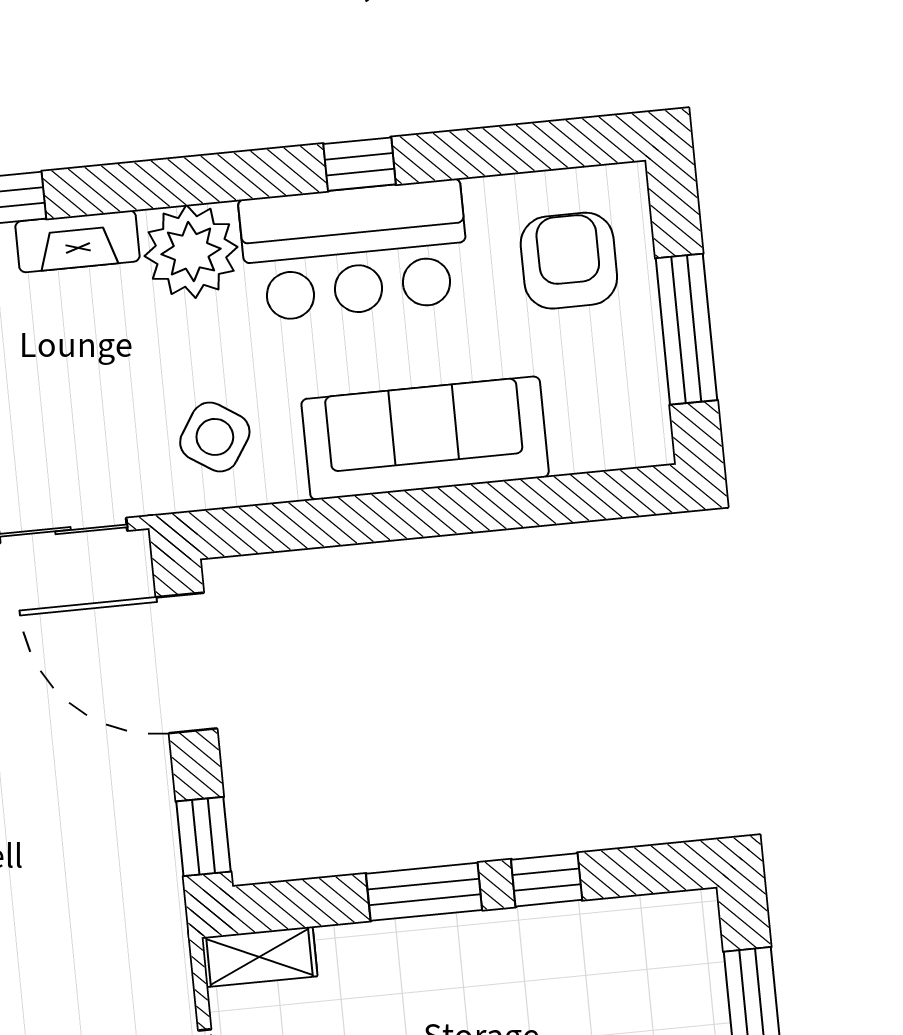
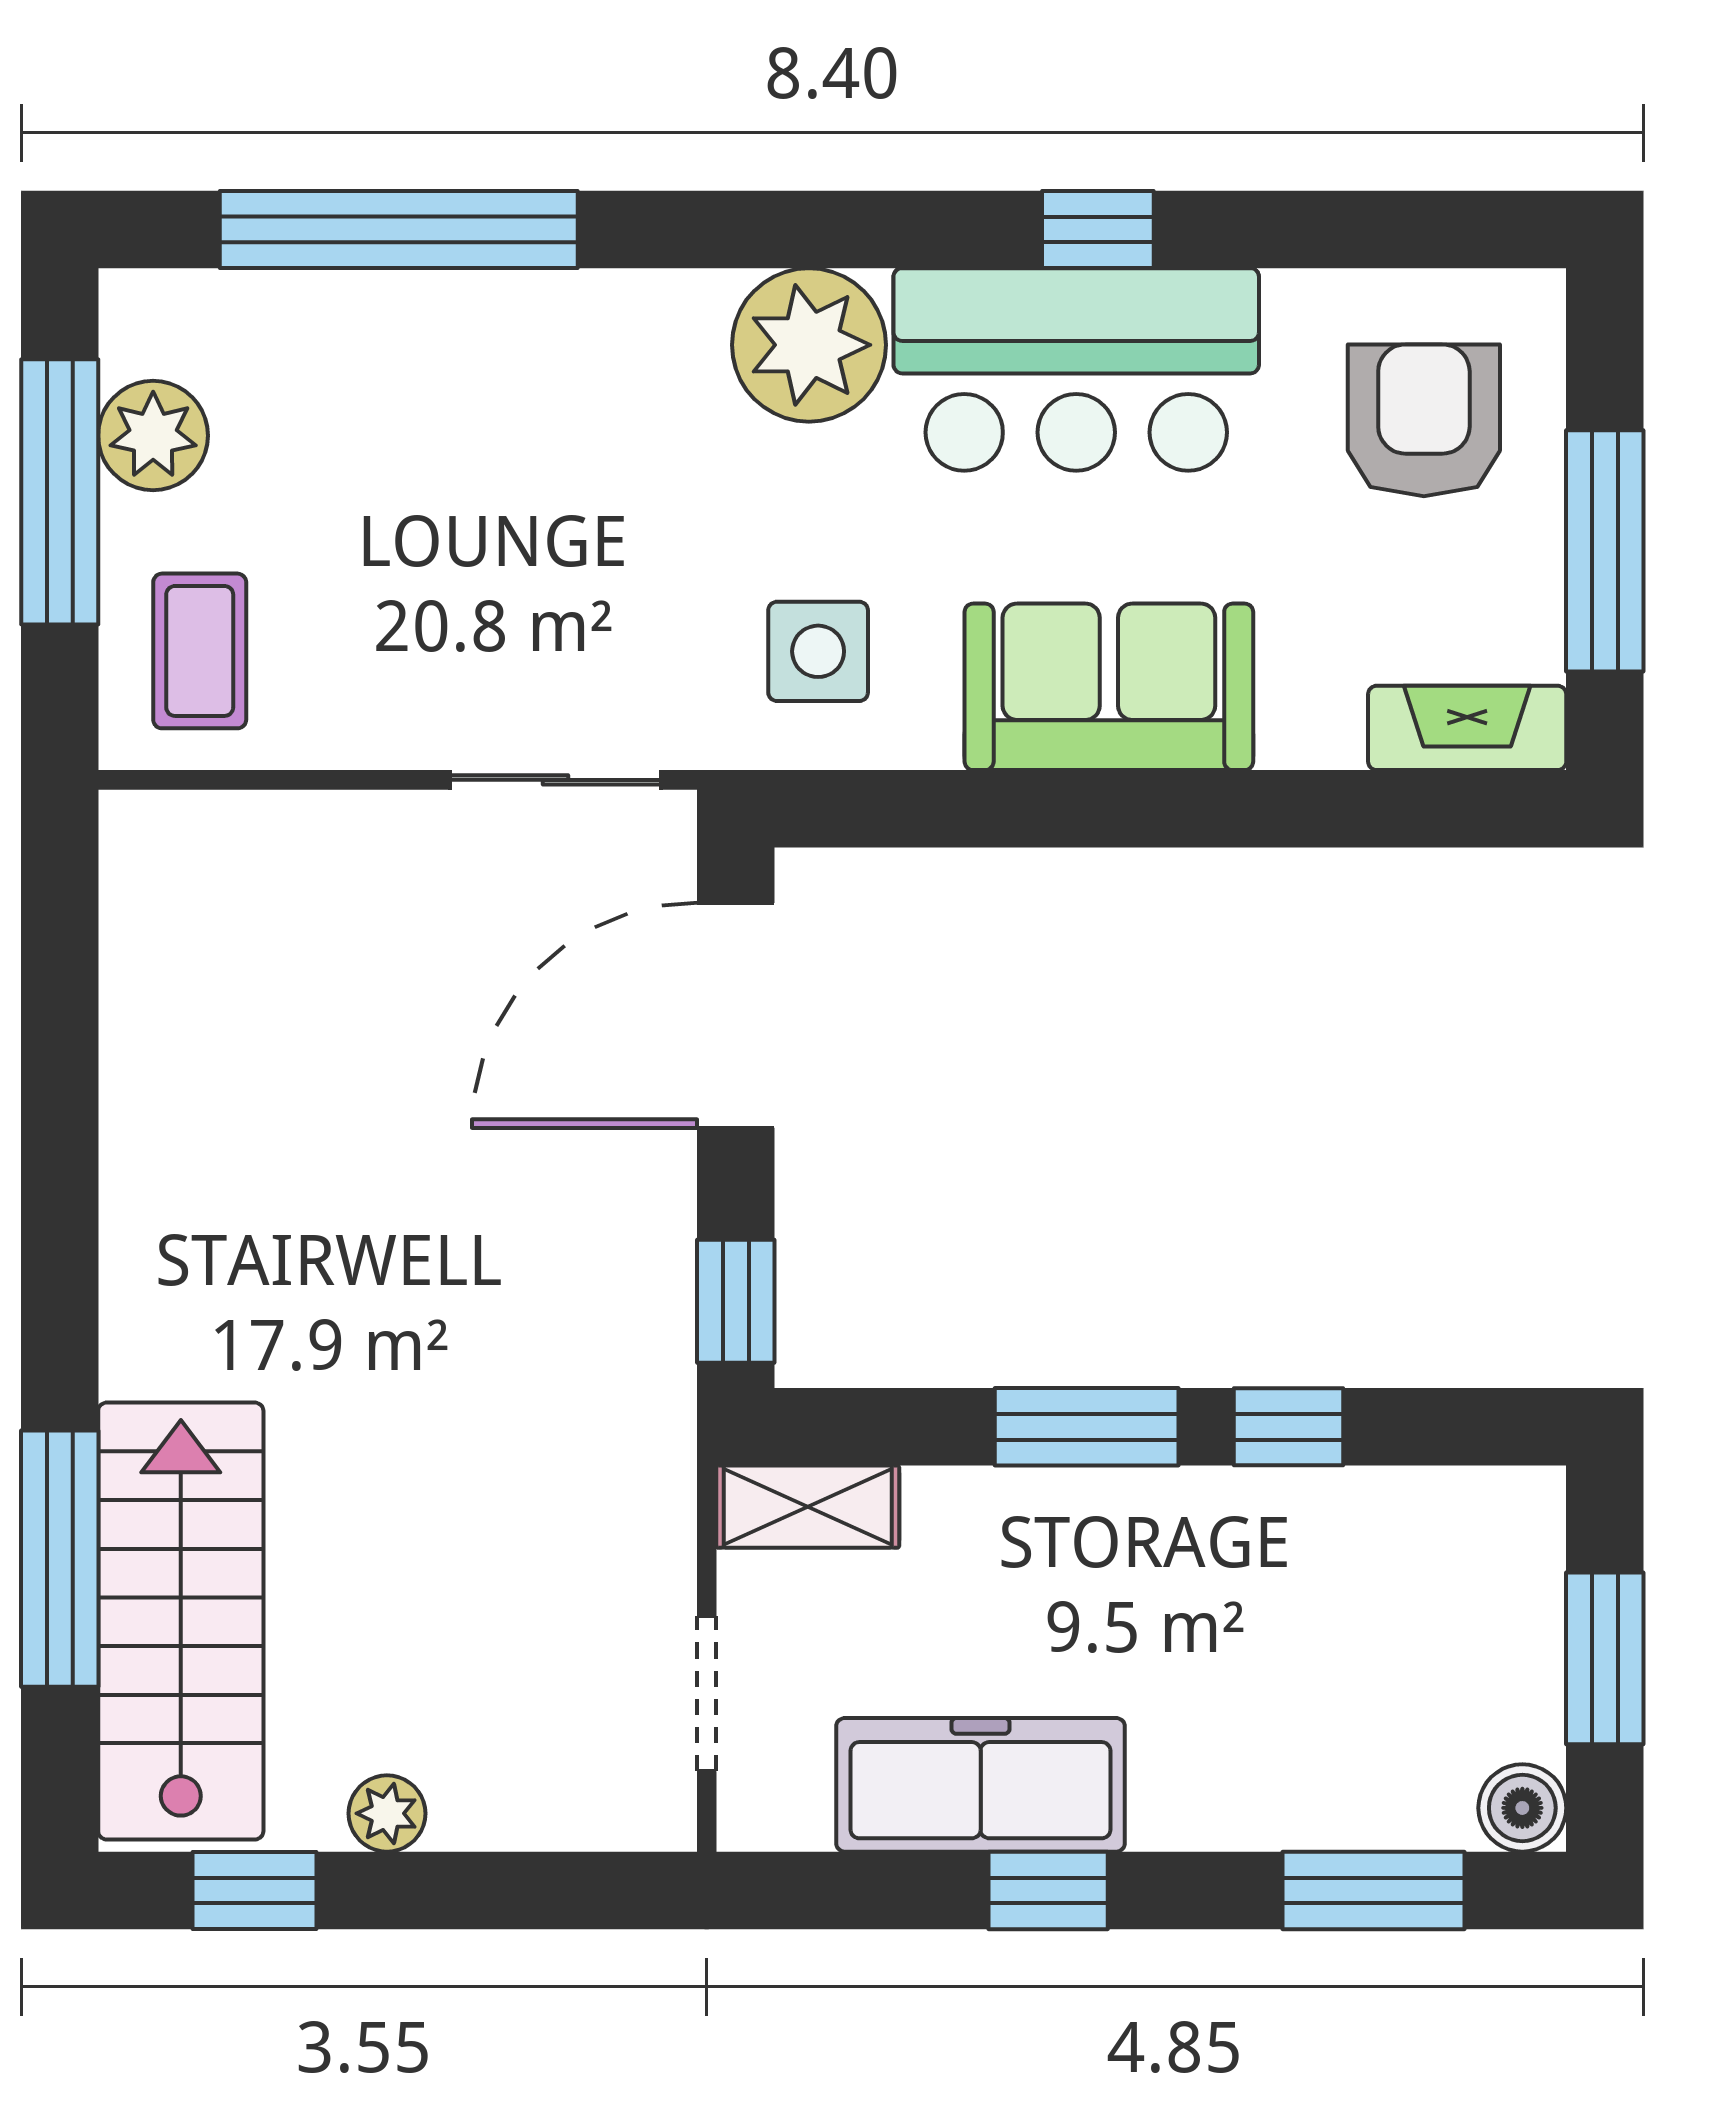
fireplace: (77, 241) -> (1467, 728), moved, turned 180
side table: (215, 437) -> (818, 651), turned -33
sofa: (425, 438) -> (1109, 687), width x0.73
door: (186, 663) -> (736, 1015), hinge flipped

